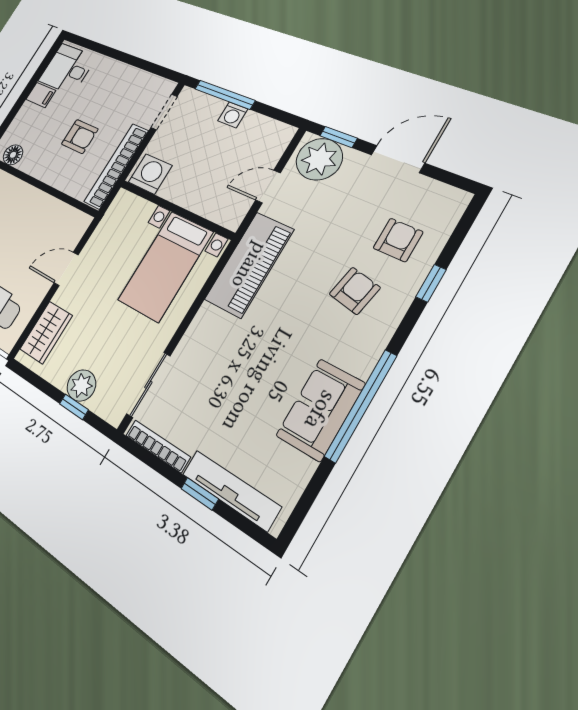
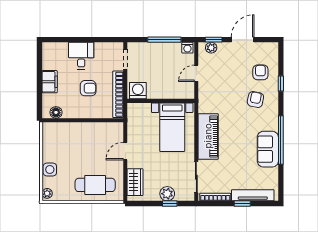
desk: (67, 69) -> (81, 56), moved, turned 90
filing cabinet: (41, 95) -> (50, 82), width x2.00
window: (225, 95) -> (164, 40), moved
washing machine: (233, 115) -> (187, 48), moved
plant: (319, 159) -> (211, 48), width x0.53, depth x0.53
piano: (249, 265) -> (208, 136), moved

